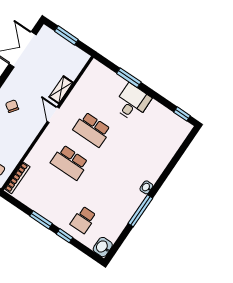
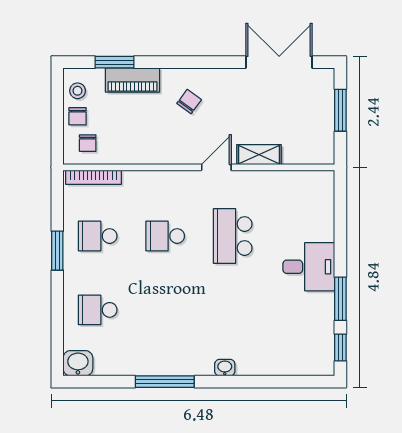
window: (129, 78) -> (340, 299), moved
school desk: (70, 162) -> (165, 236), width x0.54
washbasin: (146, 187) -> (225, 368), moved
school desk: (47, 195) -> (98, 236), added
window: (64, 236) -> (57, 299), removed

